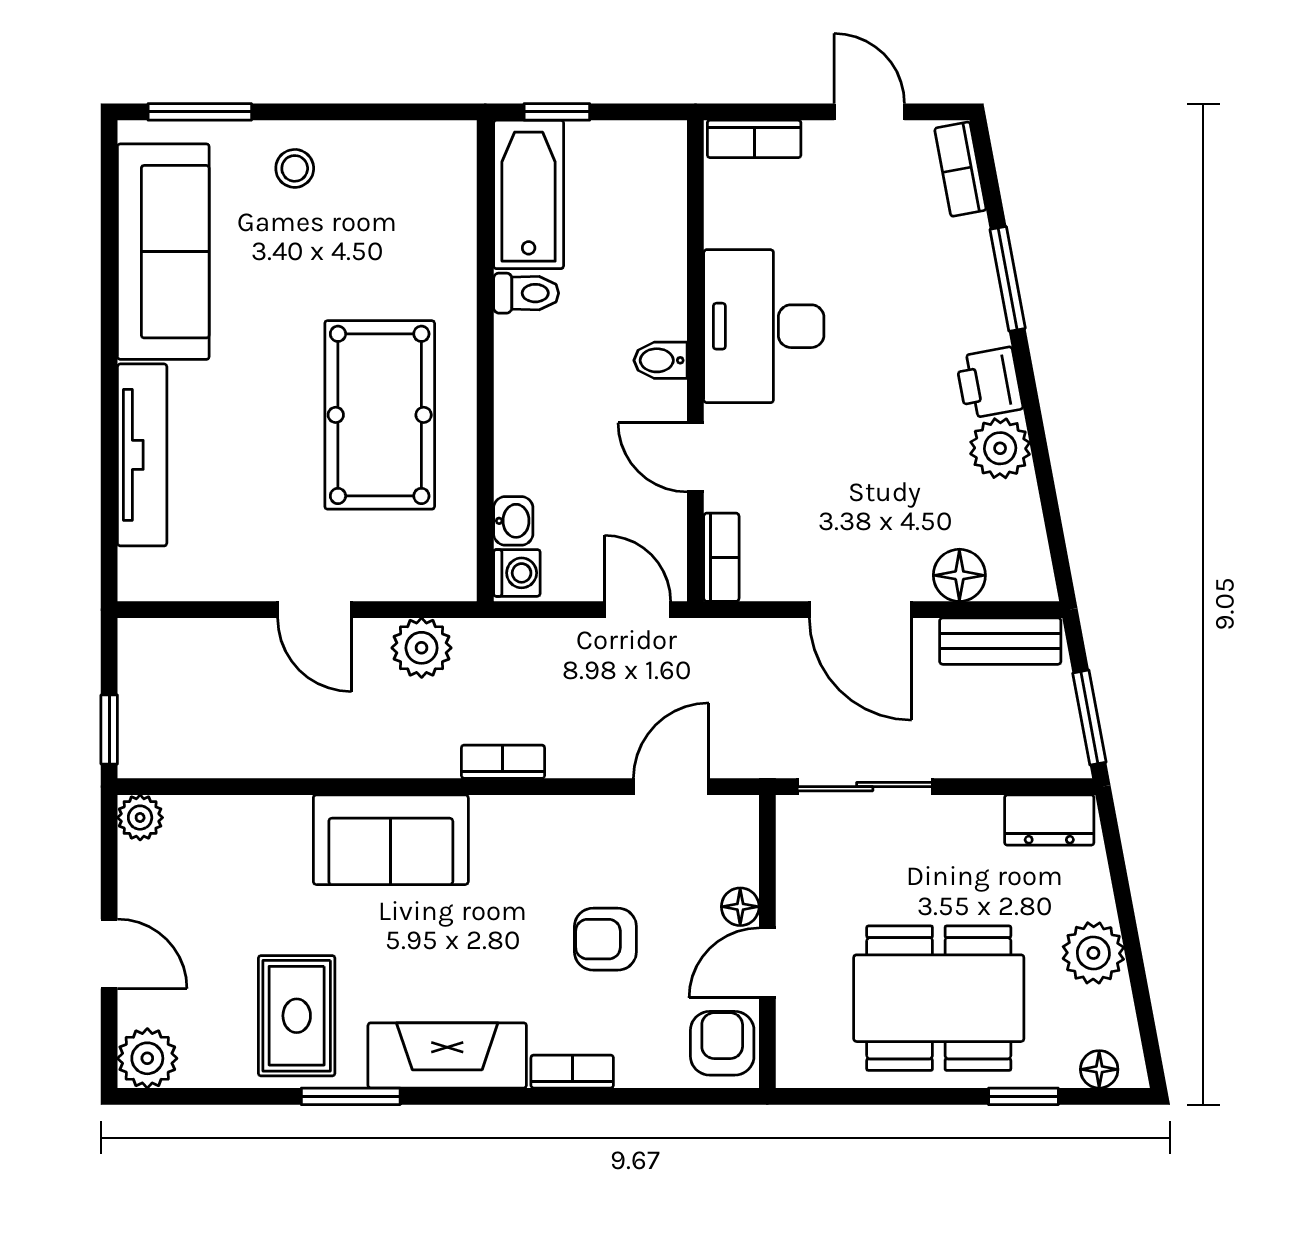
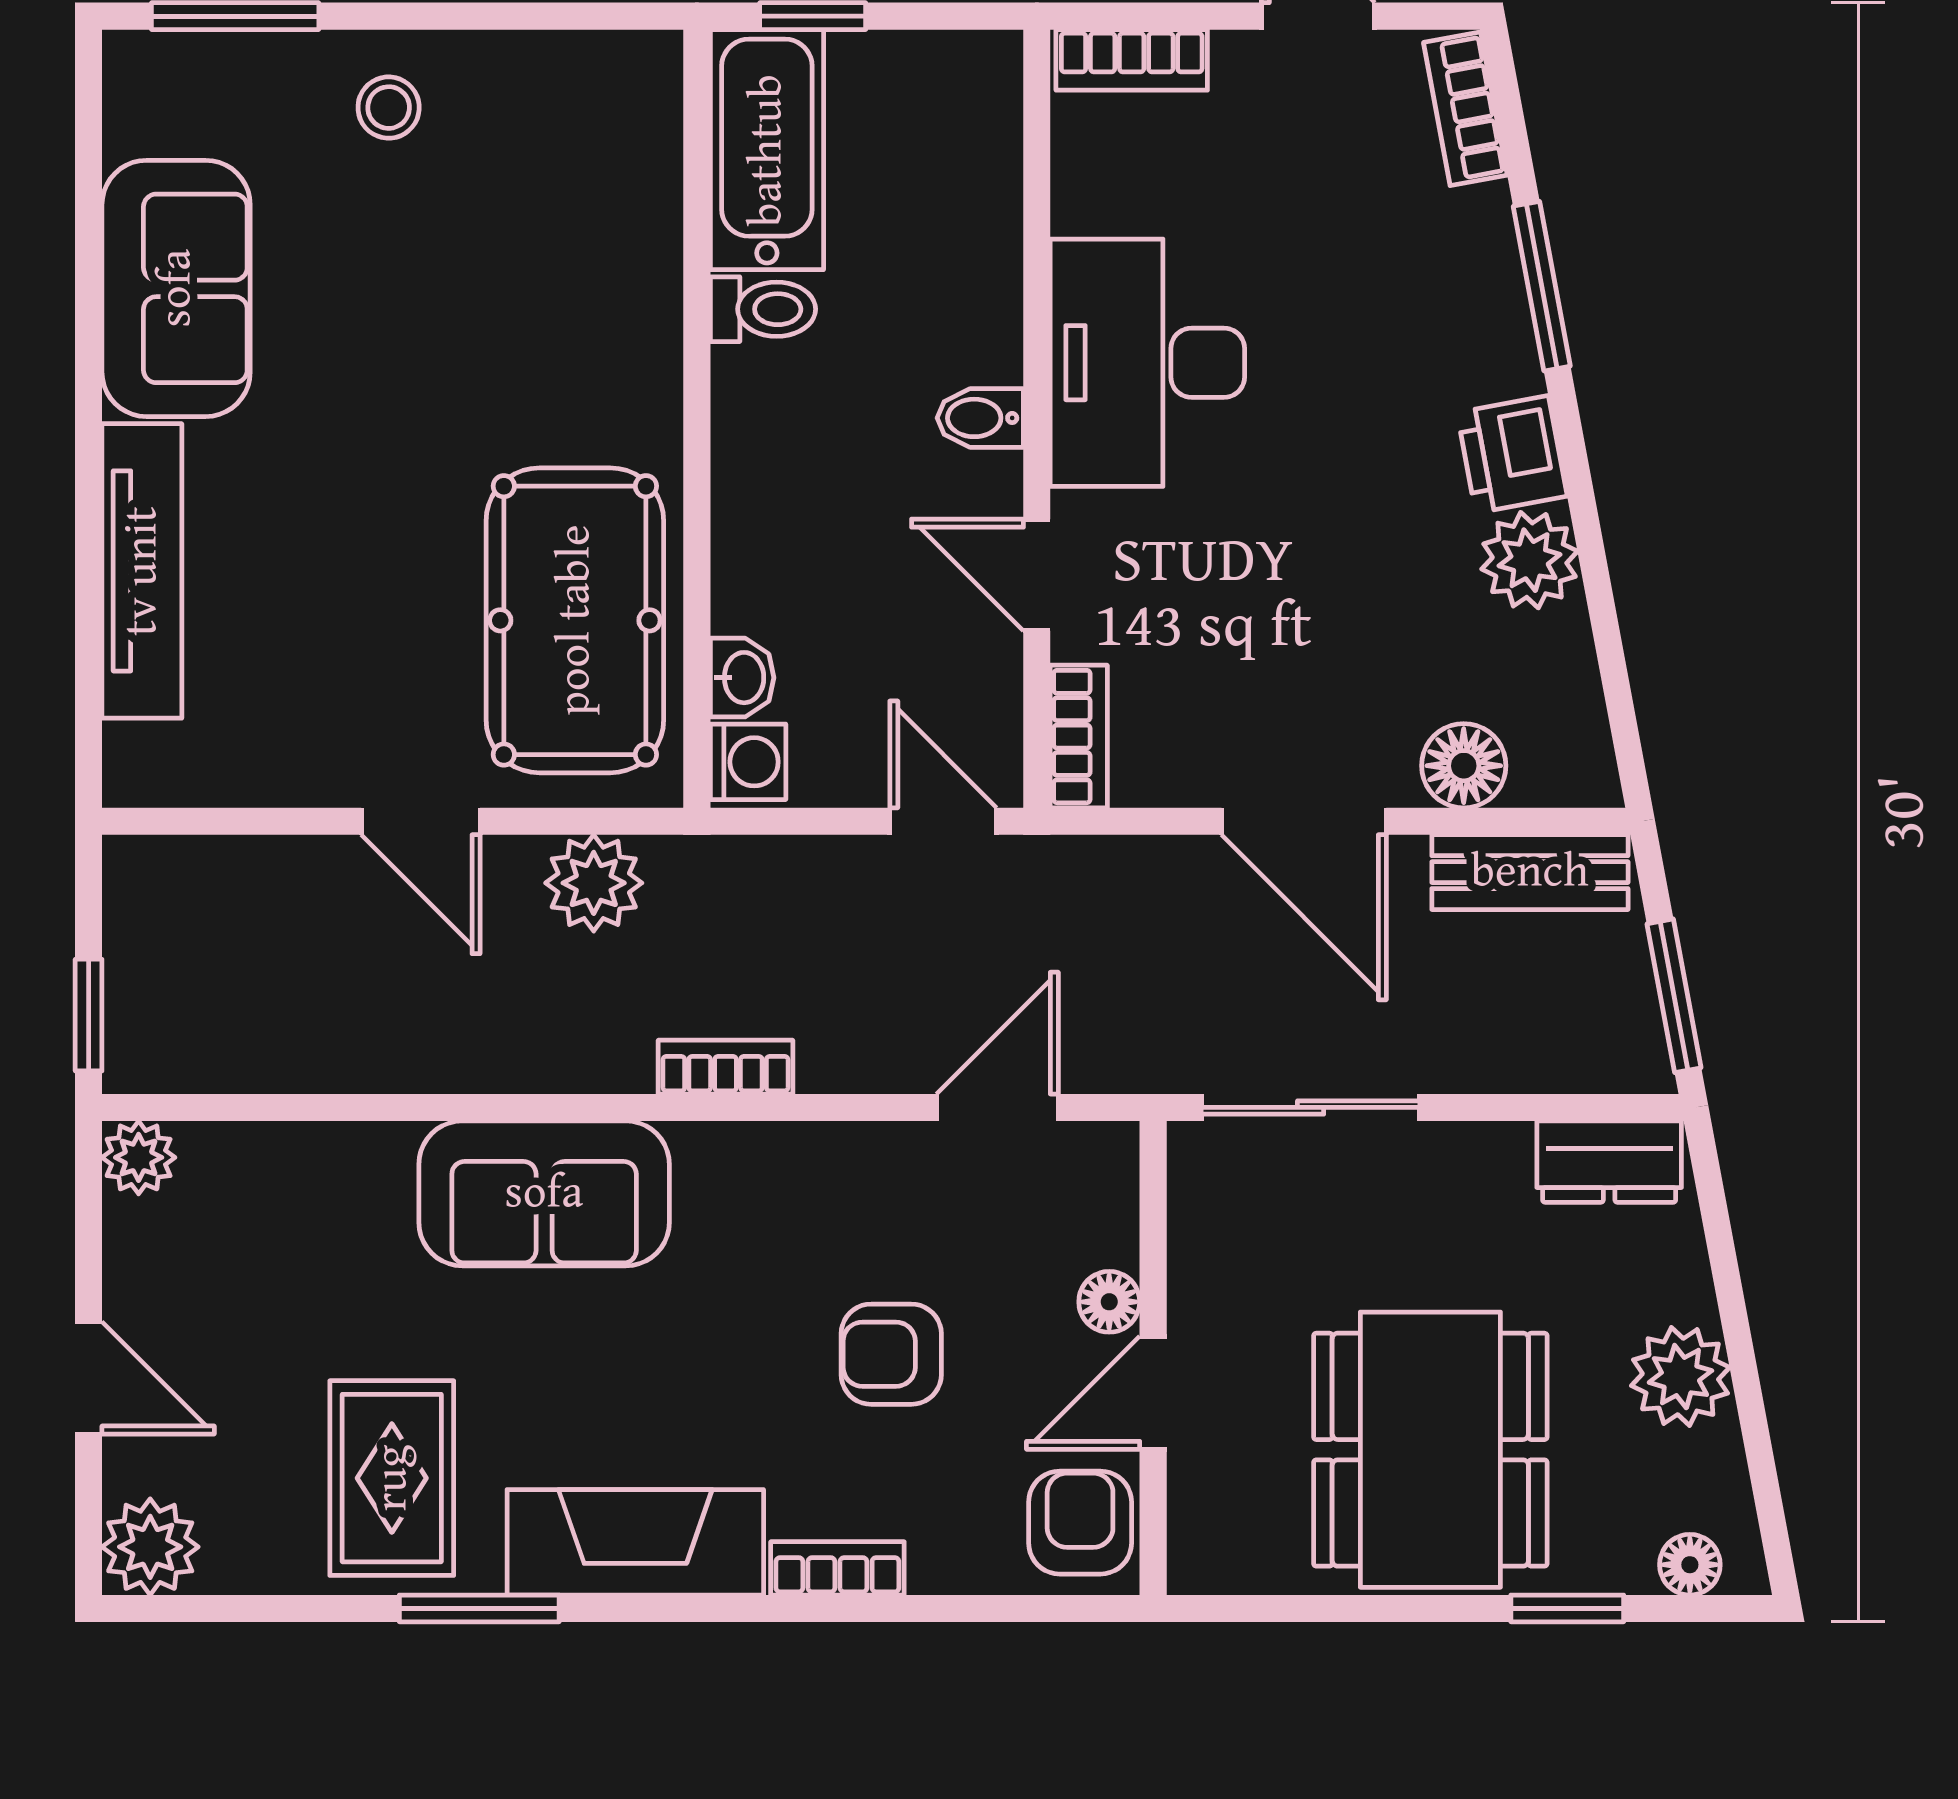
sofa: (163, 252) -> (176, 288), width x0.73
pool table: (380, 415) -> (575, 620), moved
dining table: (939, 998) -> (1430, 1450), turned 90

